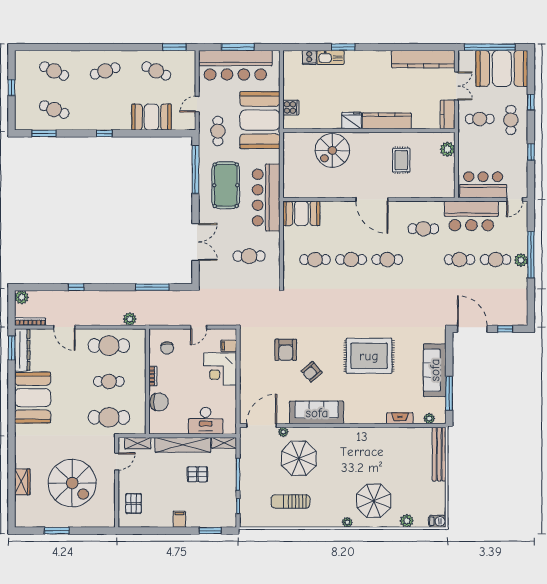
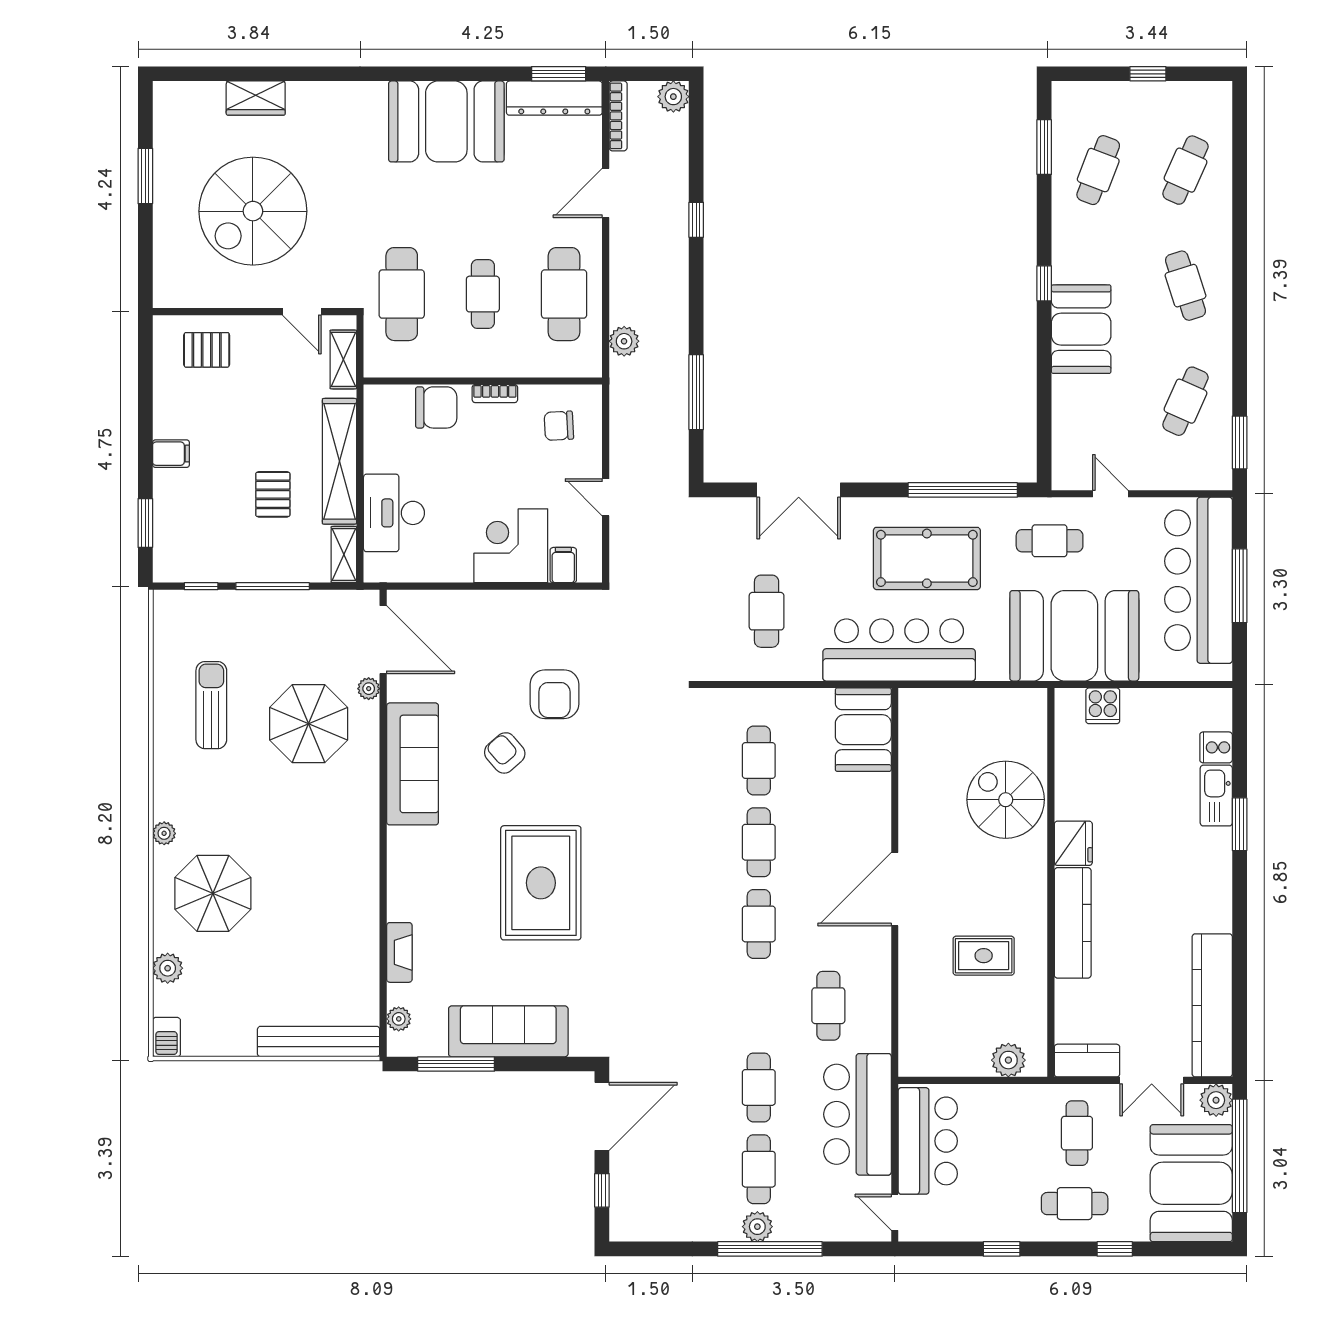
plant: (465, 57) -> (1216, 1100), added
booth: (151, 117) -> (1081, 329), moved
armchair: (286, 350) -> (554, 694), turned -90
chair: (159, 402) -> (436, 407), turned -90

